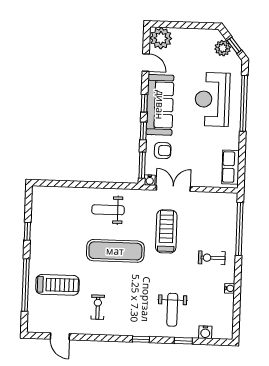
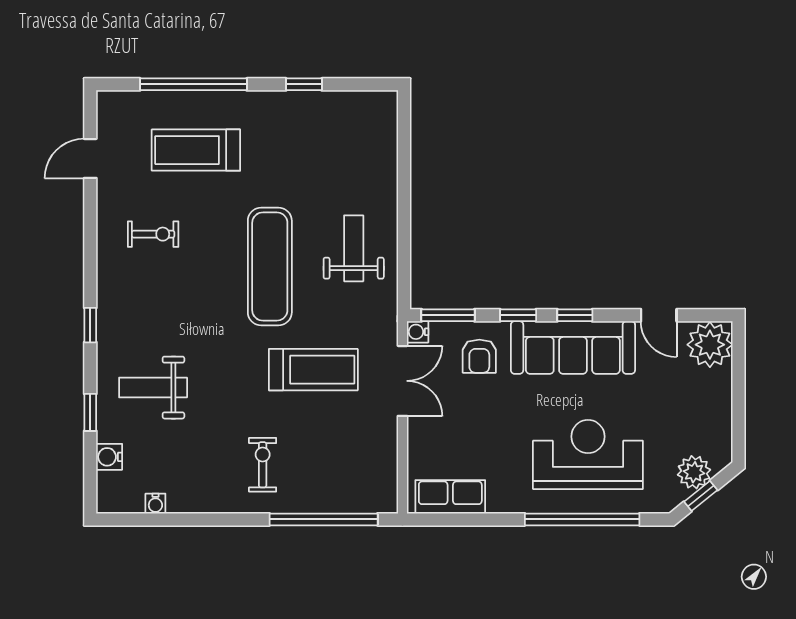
door: (146, 63) -> (659, 315), hinge flipped
treadmill: (58, 285) -> (196, 150), turned 90
water cooler: (230, 288) -> (155, 504), moved

